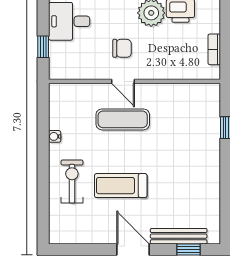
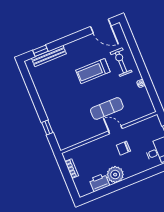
exercise bike: (72, 182) -> (121, 62), turned 180
treadmill: (121, 186) -> (93, 71), turned 180
door: (133, 249) -> (101, 26), moved

